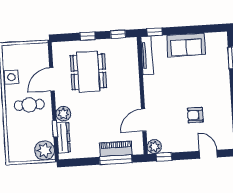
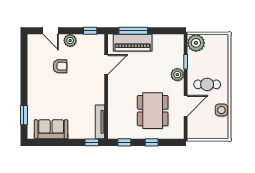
sofa: (186, 45) -> (51, 129), moved
dresser: (63, 138) -> (178, 53), removed
plant: (154, 147) -> (70, 41), moved
piano: (116, 149) -> (133, 43), width x1.37, depth x1.33

